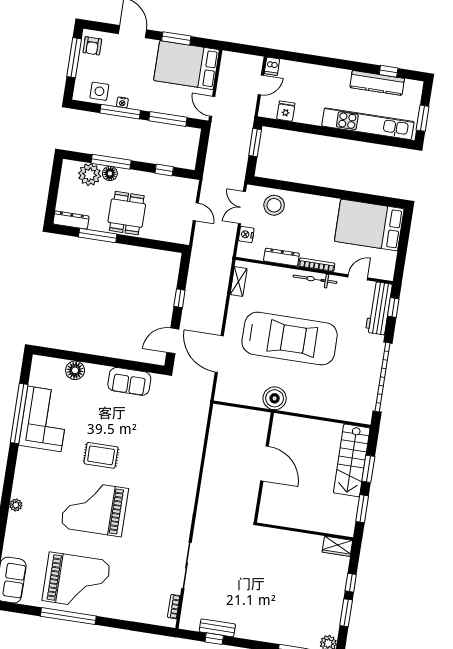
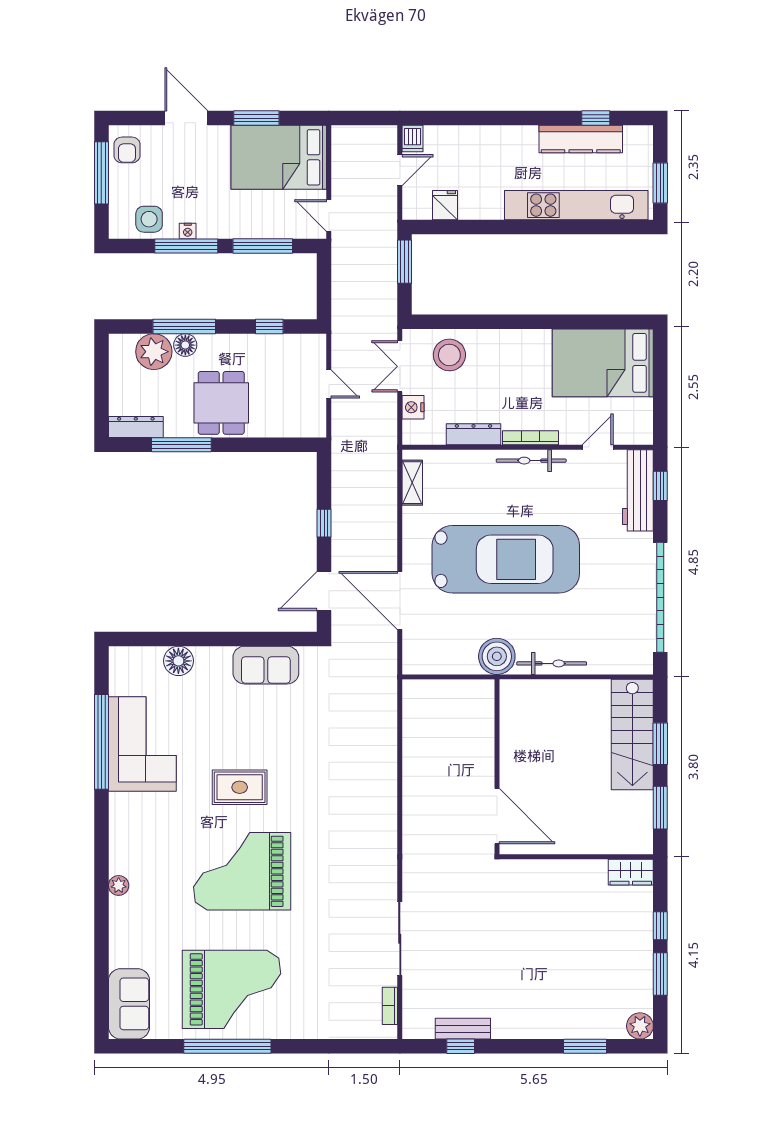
bicycle: (308, 408) -> (552, 663), added
door: (265, 463) -> (497, 816), moved

